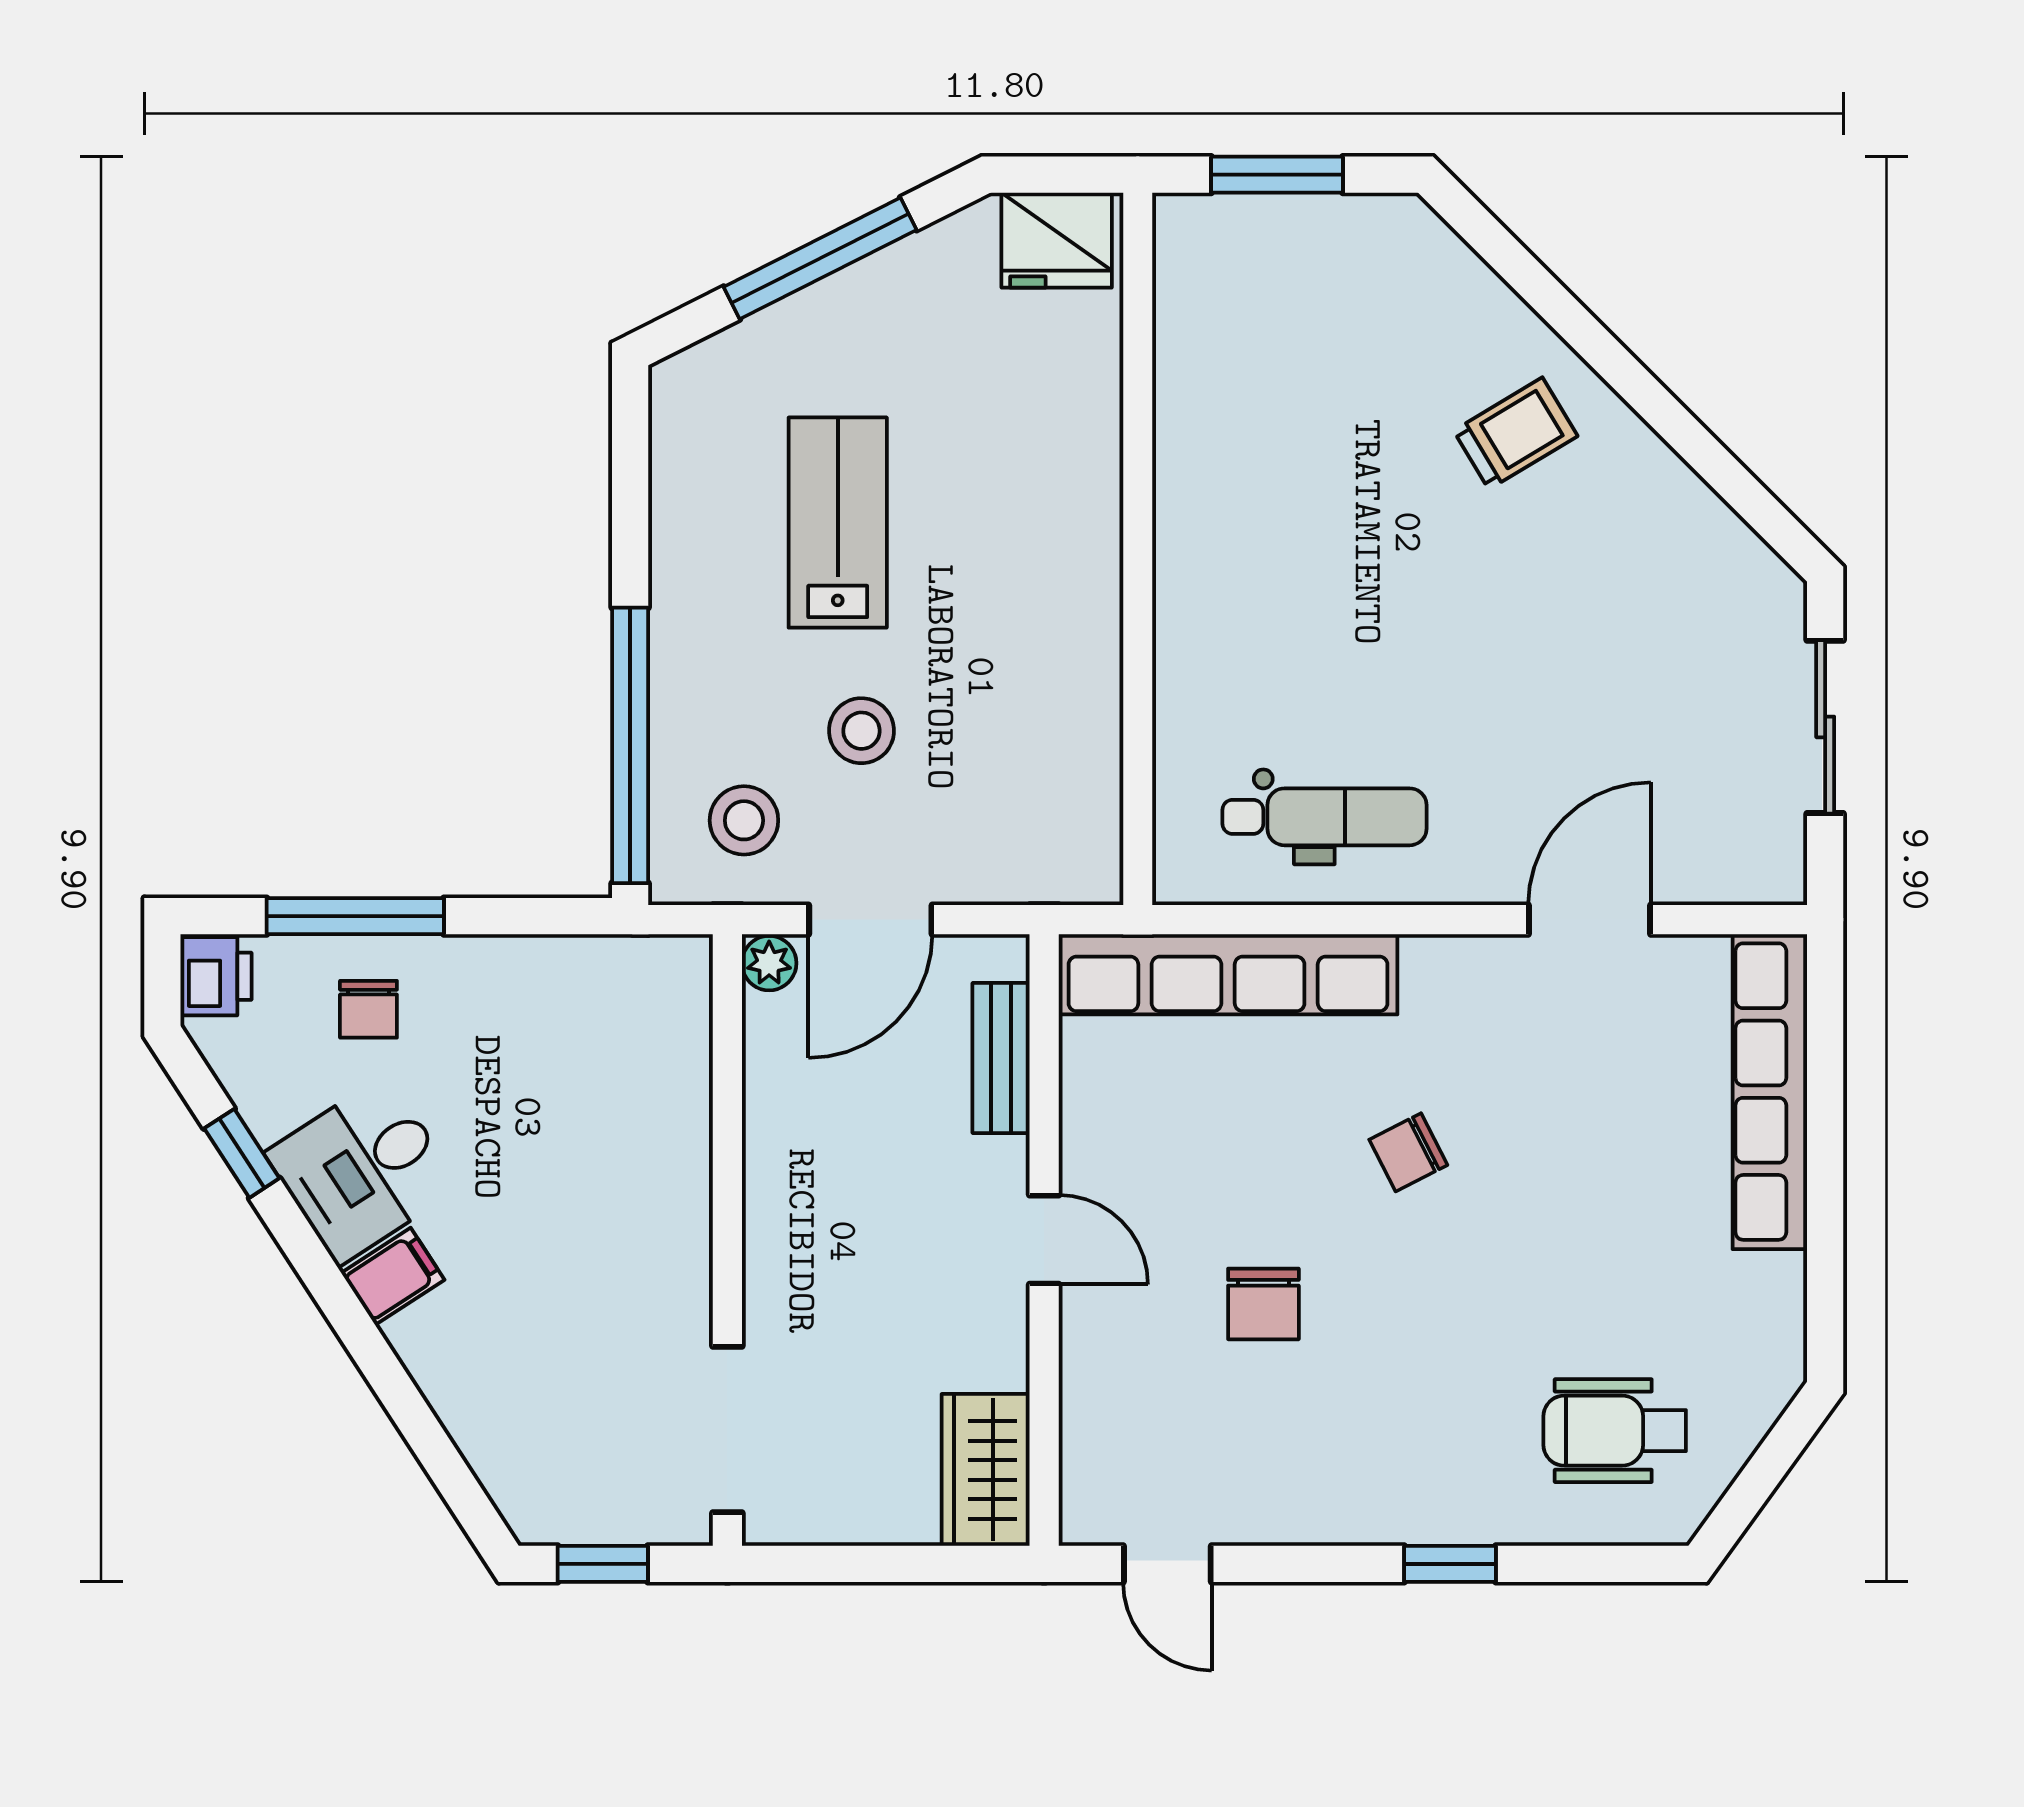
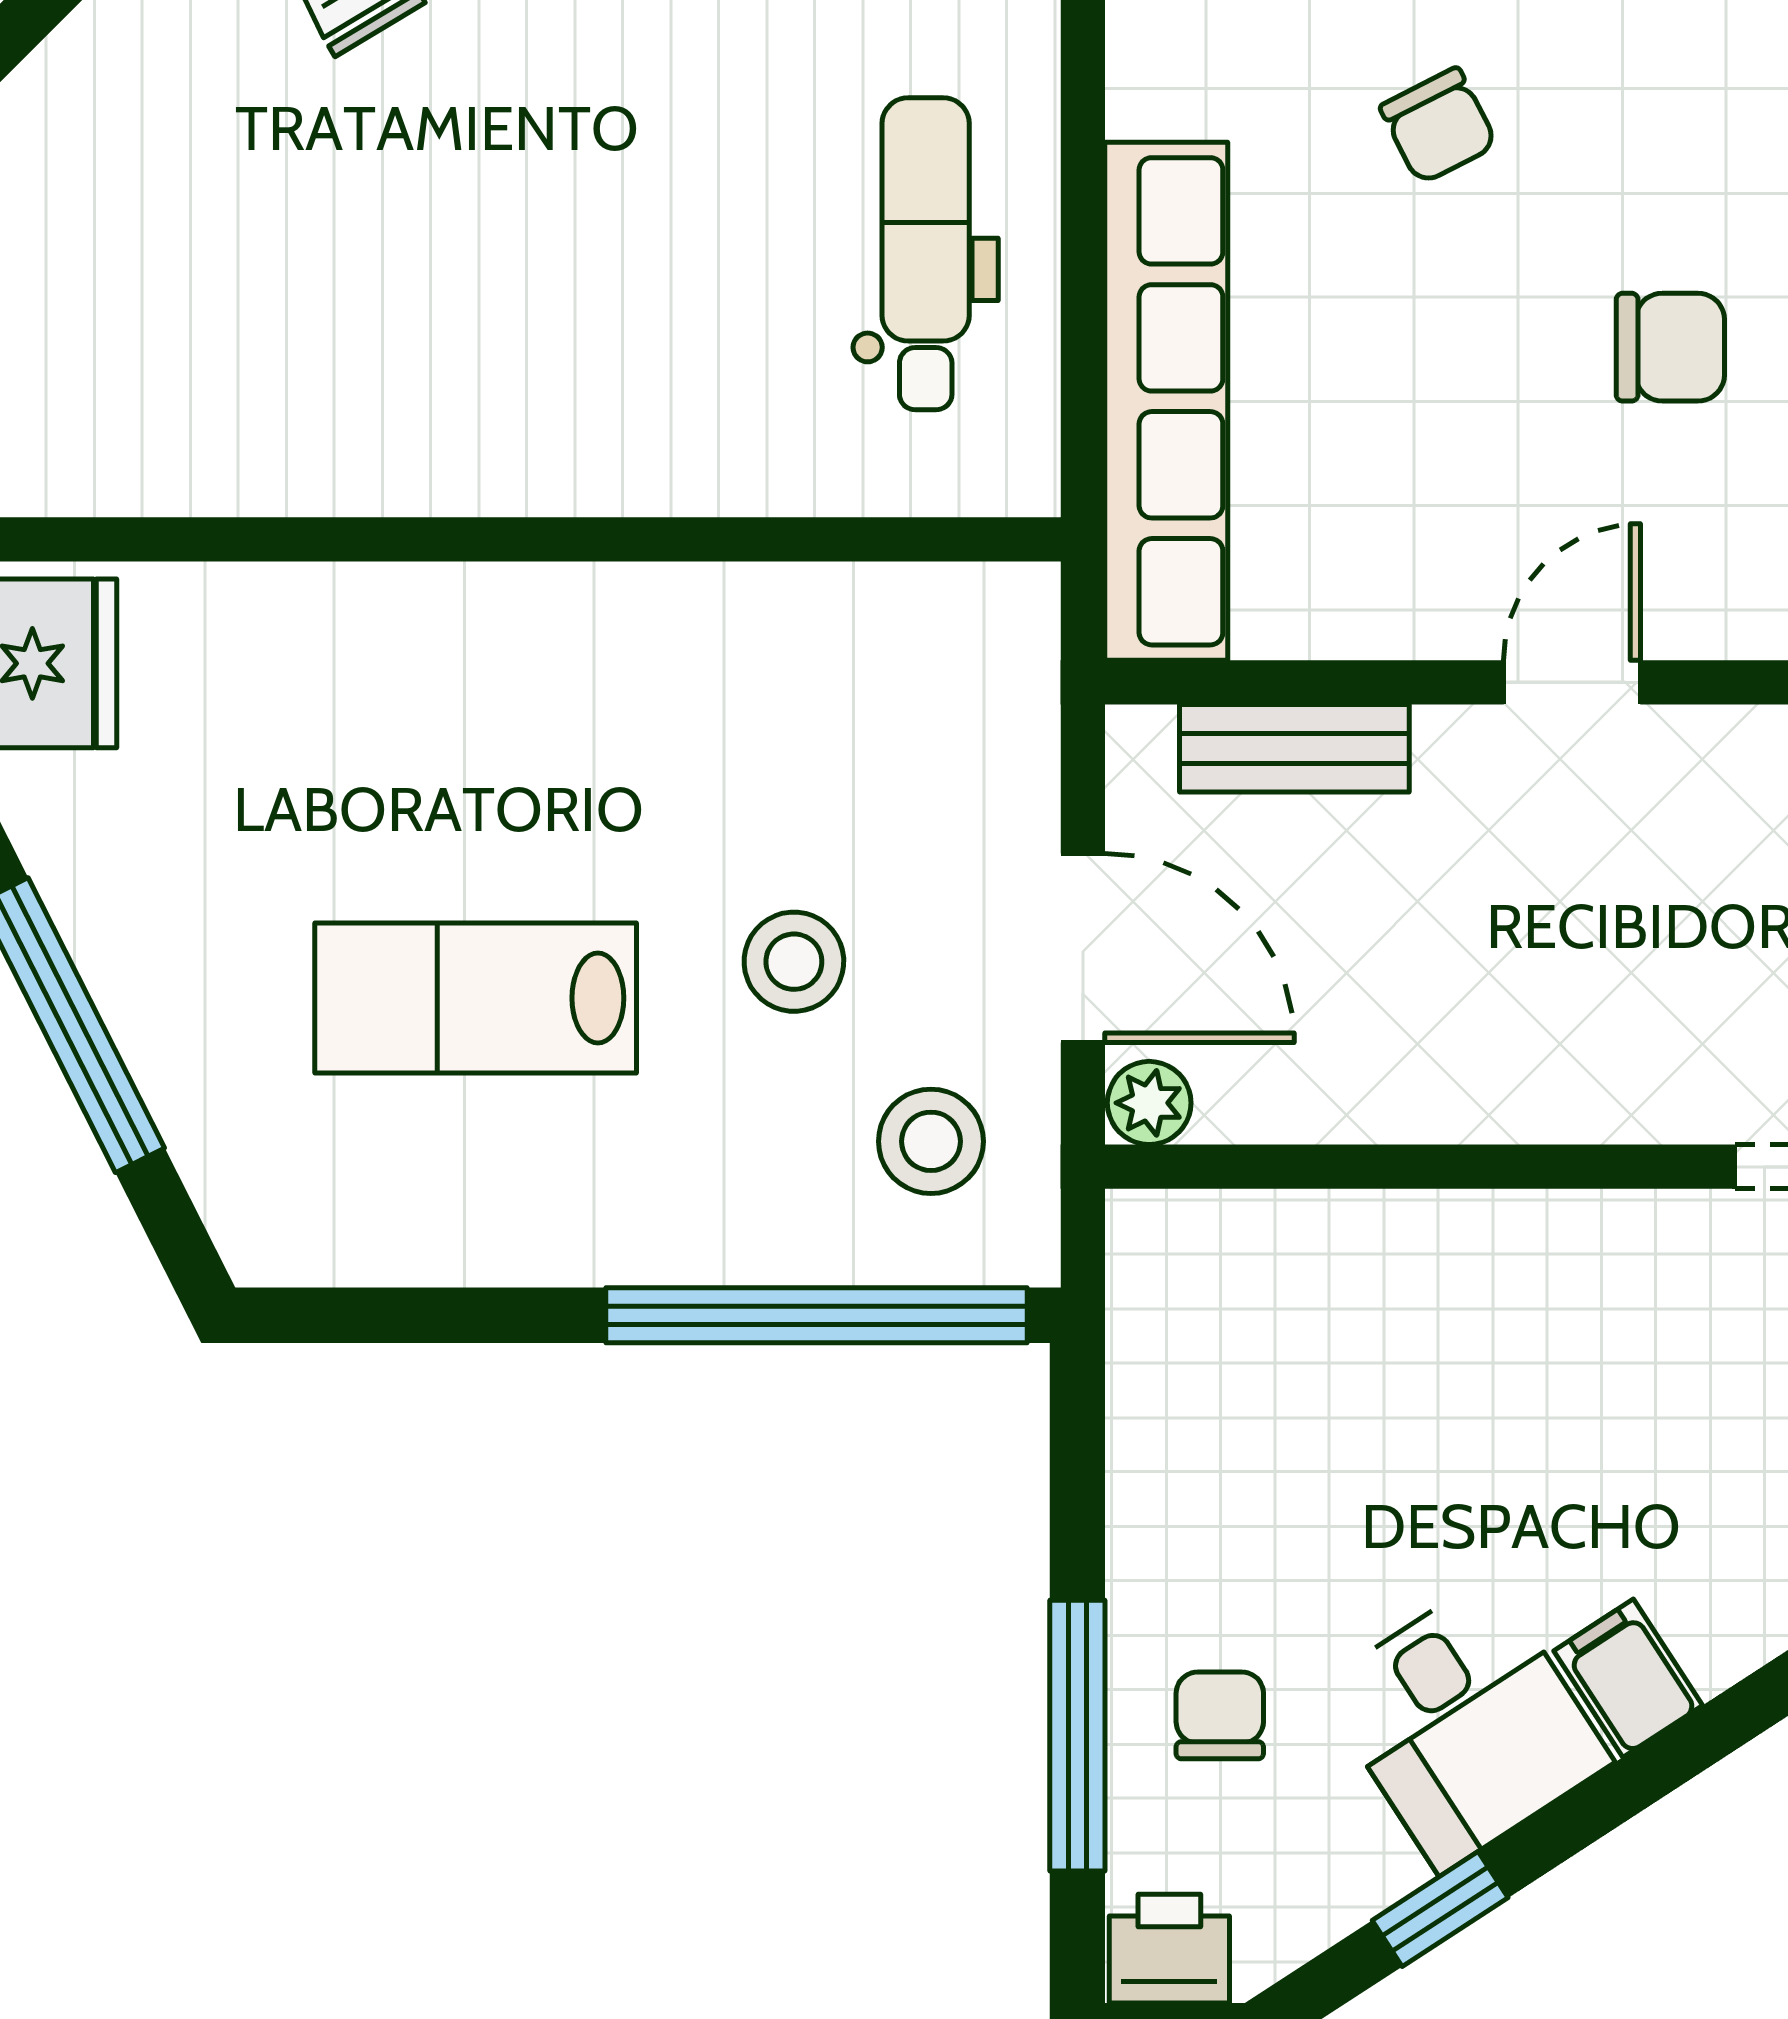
chair: (368, 1009) -> (1220, 1715), turned -90

